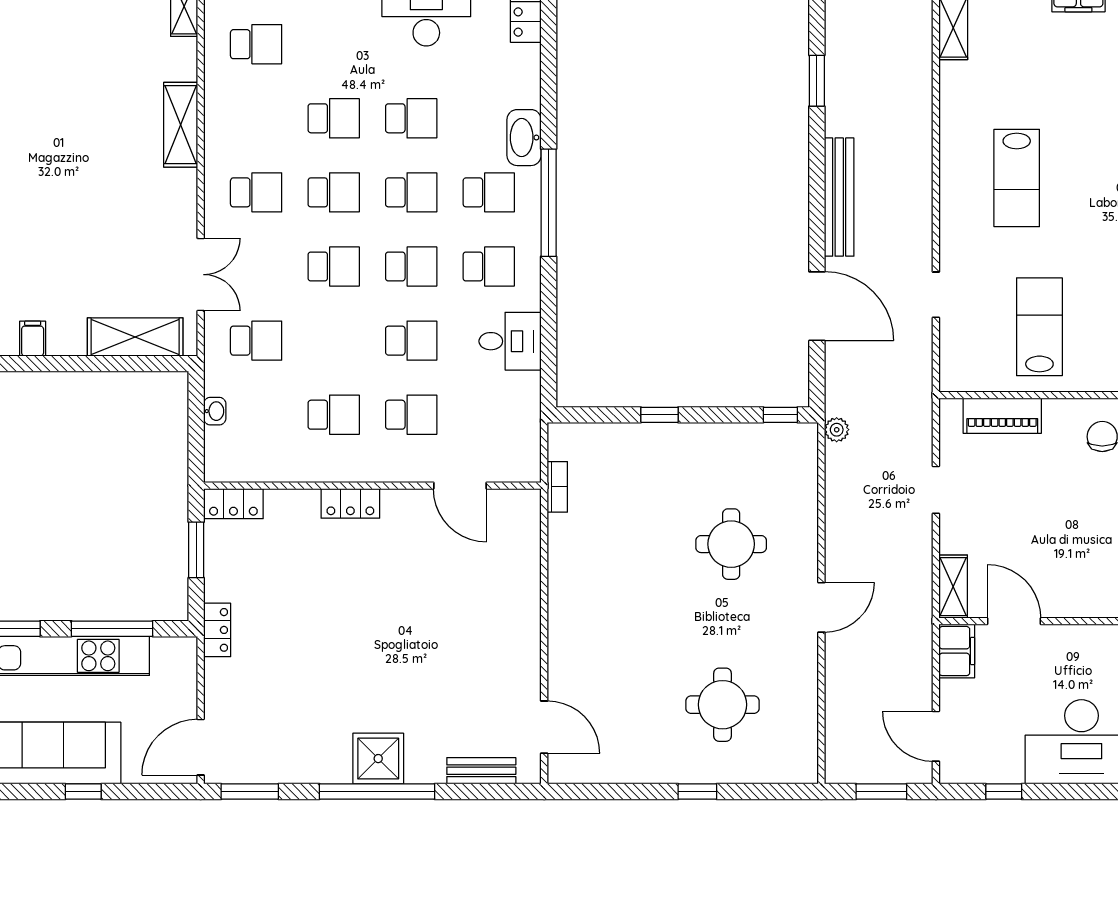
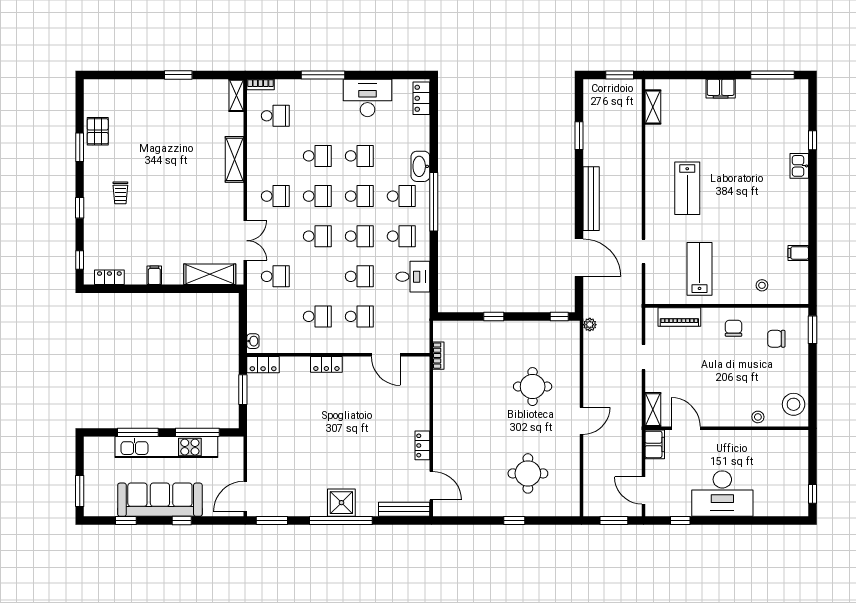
washbasin: (215, 411) -> (253, 341), moved
locker: (217, 630) -> (422, 445), moved, turned 180
bench: (481, 771) -> (404, 509), width x1.36

